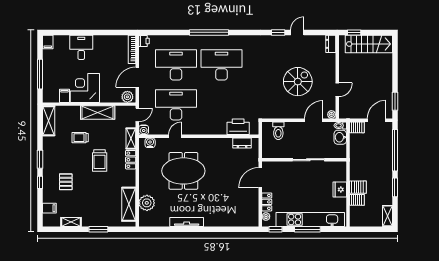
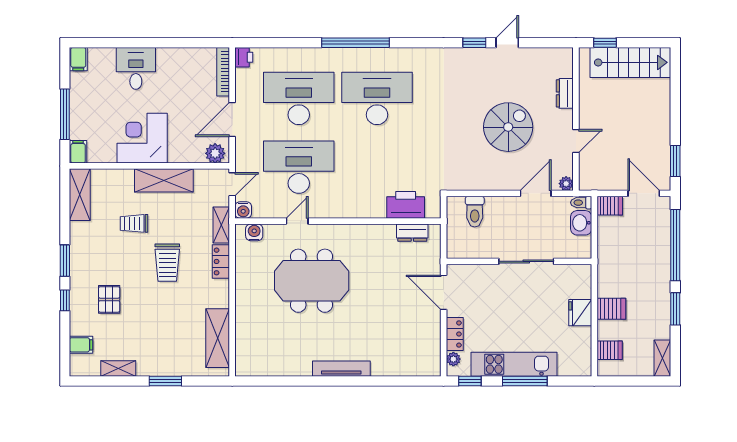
dresser: (331, 44) -> (565, 93), moved
filing cabinet: (64, 96) -> (78, 152), moved
door: (377, 120) -> (644, 193), hinge flipped
door: (260, 178) -> (444, 292), hinge flipped
server rack: (357, 200) -> (610, 350), moved
plant: (147, 203) -> (248, 336), removed
kitchen unit: (310, 220) -> (514, 364), width x0.73
tv unit: (187, 222) -> (341, 369), moved

